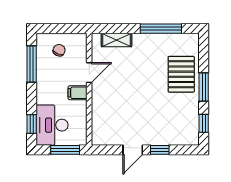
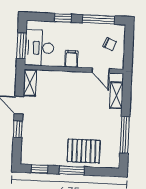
door: (89, 73) -> (101, 70), moved
window: (32, 124) -> (63, 18), moved
desk: (52, 125) -> (39, 48), moved, turned -90
shelving: (107, 139) -> (30, 83), added

